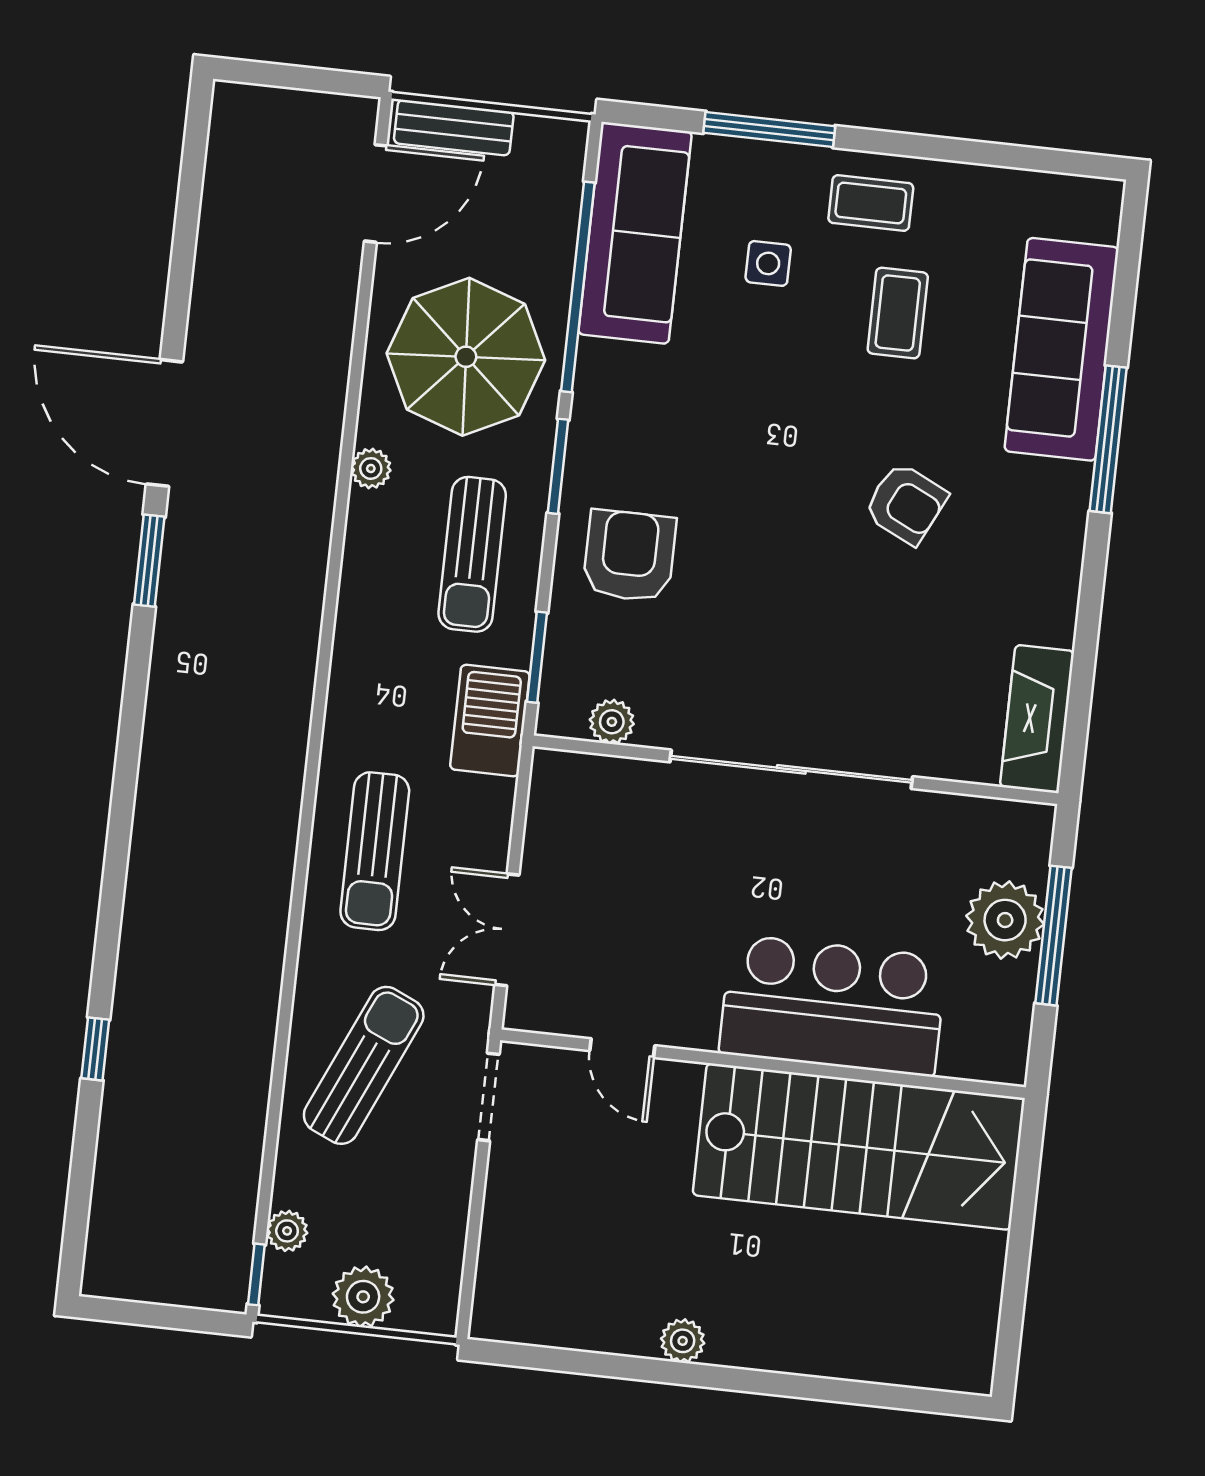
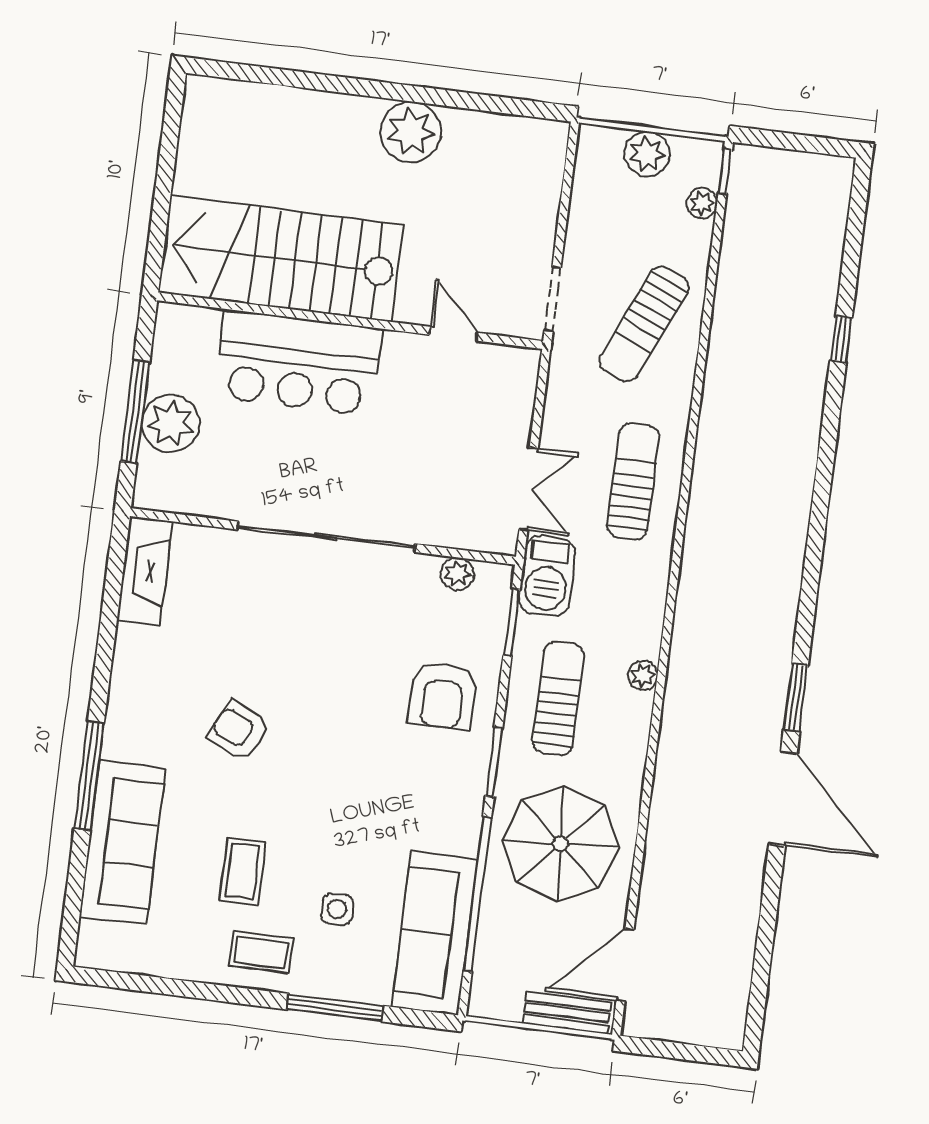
plant: (371, 468) -> (643, 675), moved
double door: (507, 930) -> (529, 489), moved
plant: (683, 1341) -> (411, 132), width x1.88, depth x1.88

